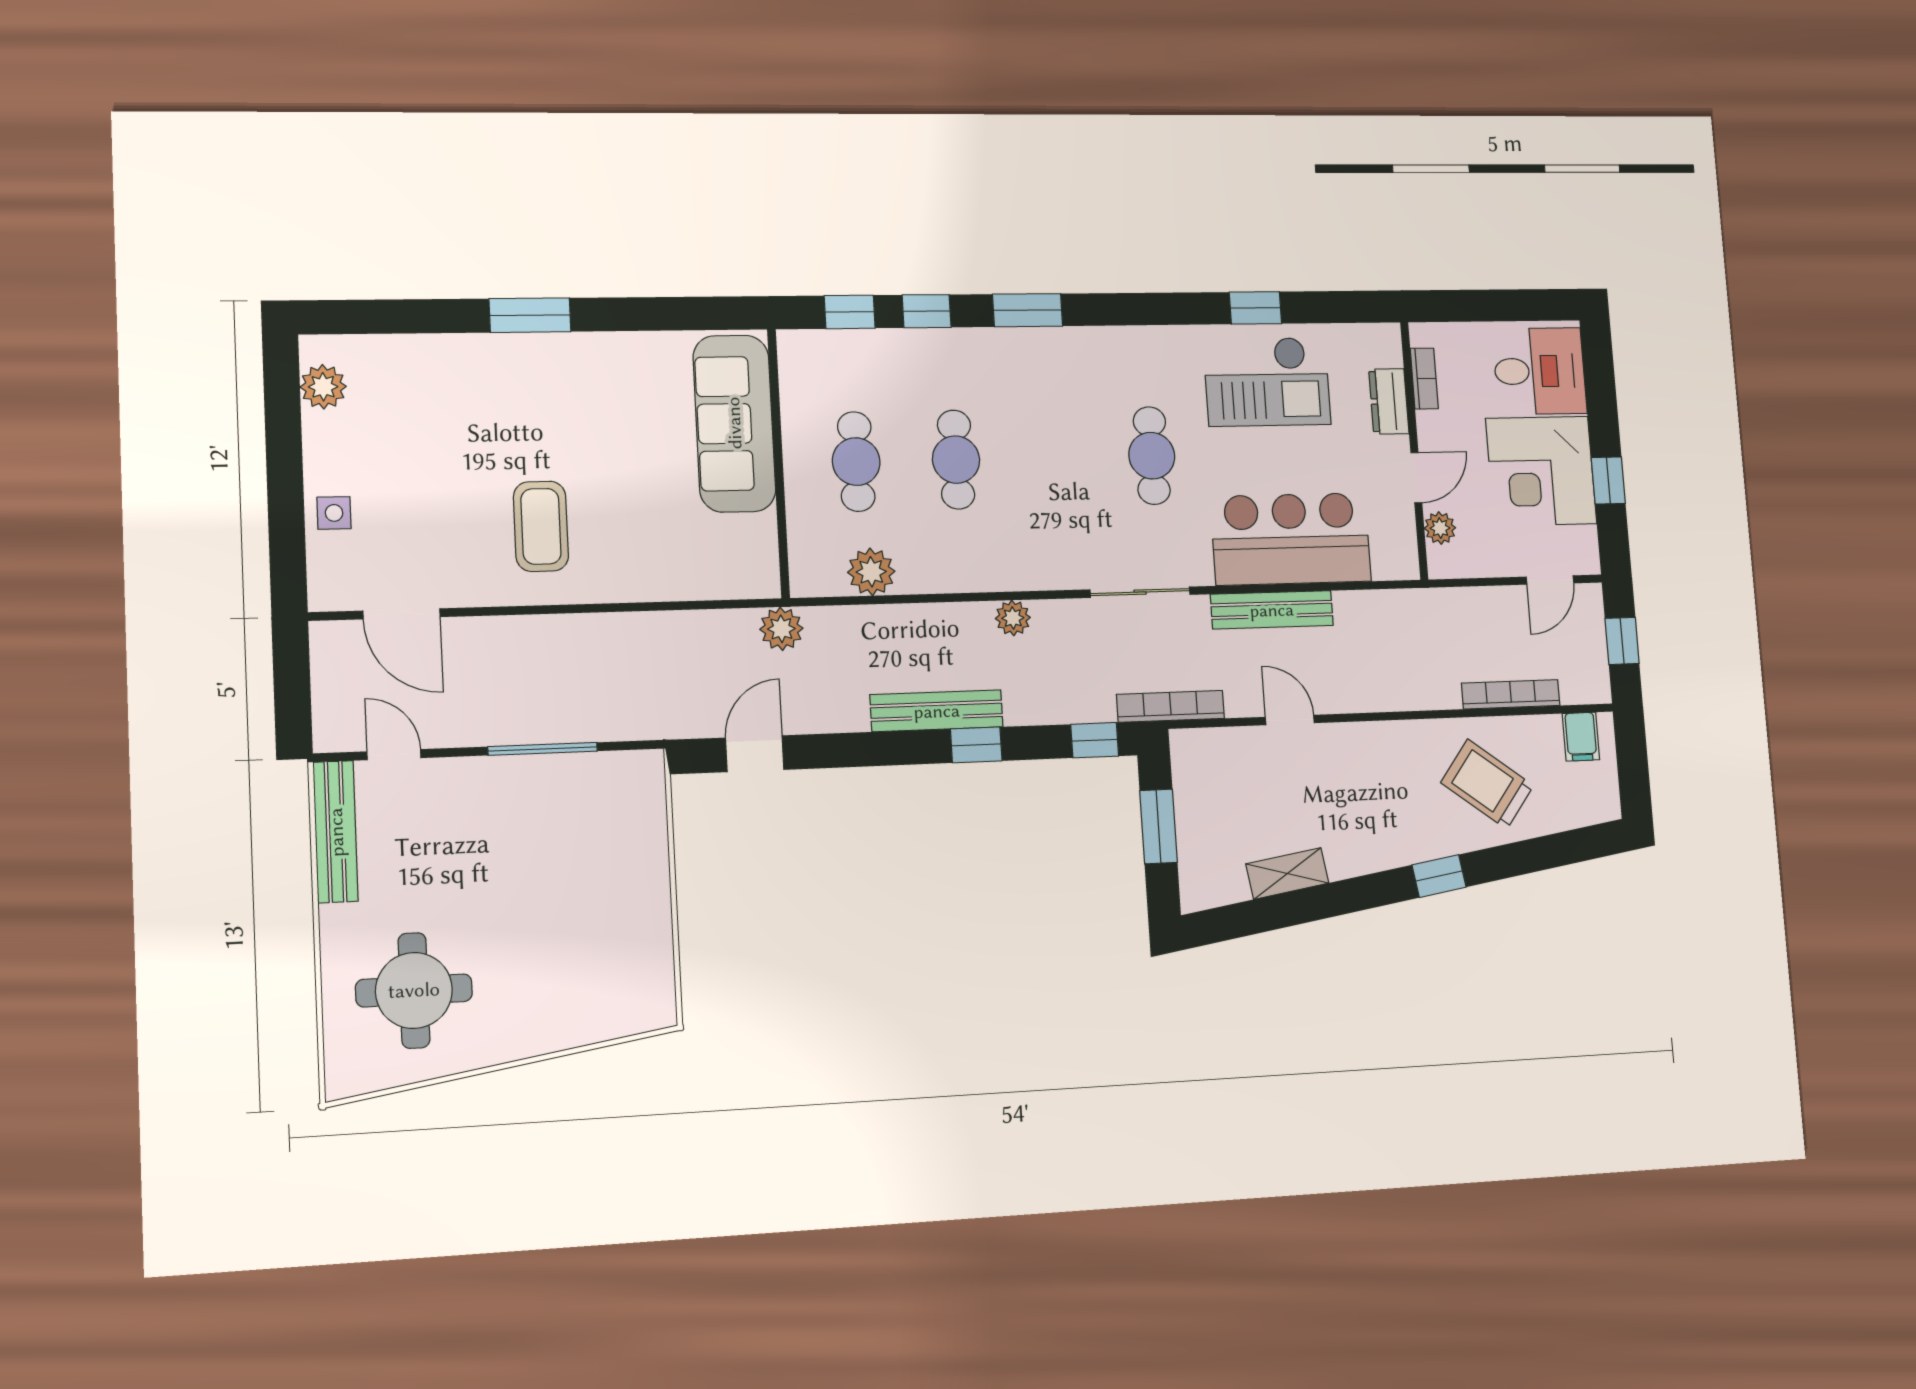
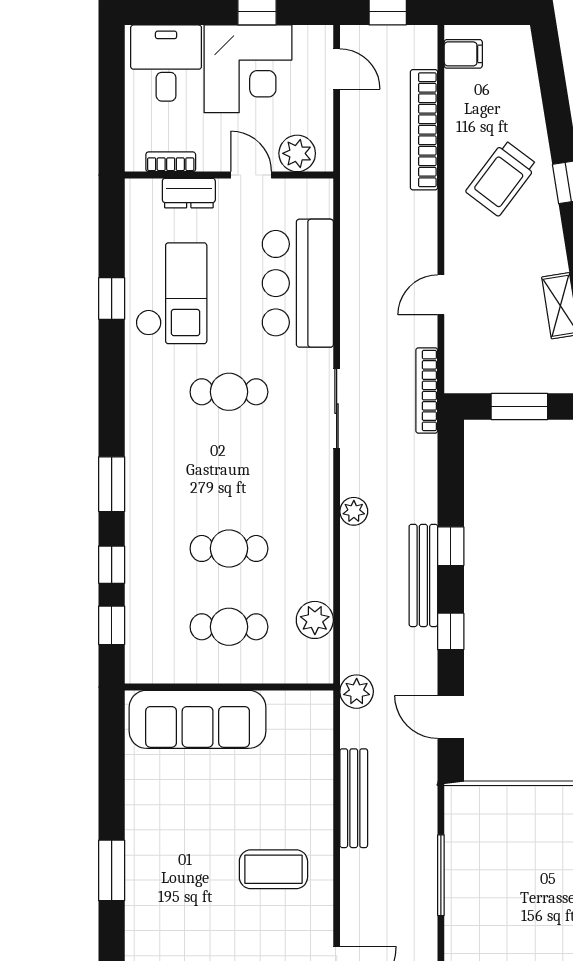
plant: (1440, 528) -> (297, 153), width x1.38, depth x1.38
bench: (1272, 610) -> (354, 798), moved
bookcase: (1511, 694) -> (424, 130), width x1.48, depth x1.31
window: (1095, 740) -> (451, 631), moved
trolley: (1487, 784) -> (501, 178), moved

